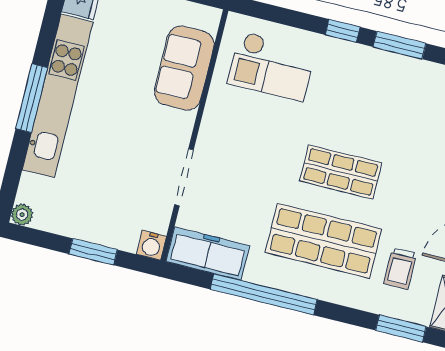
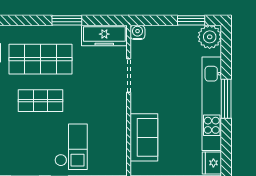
checkout: (272, 66) -> (71, 147), moved, turned 90
plant: (22, 215) -> (210, 37), width x1.88, depth x1.88
window: (93, 252) -> (191, 20), moved
window: (264, 294) -> (67, 20), width x0.47

